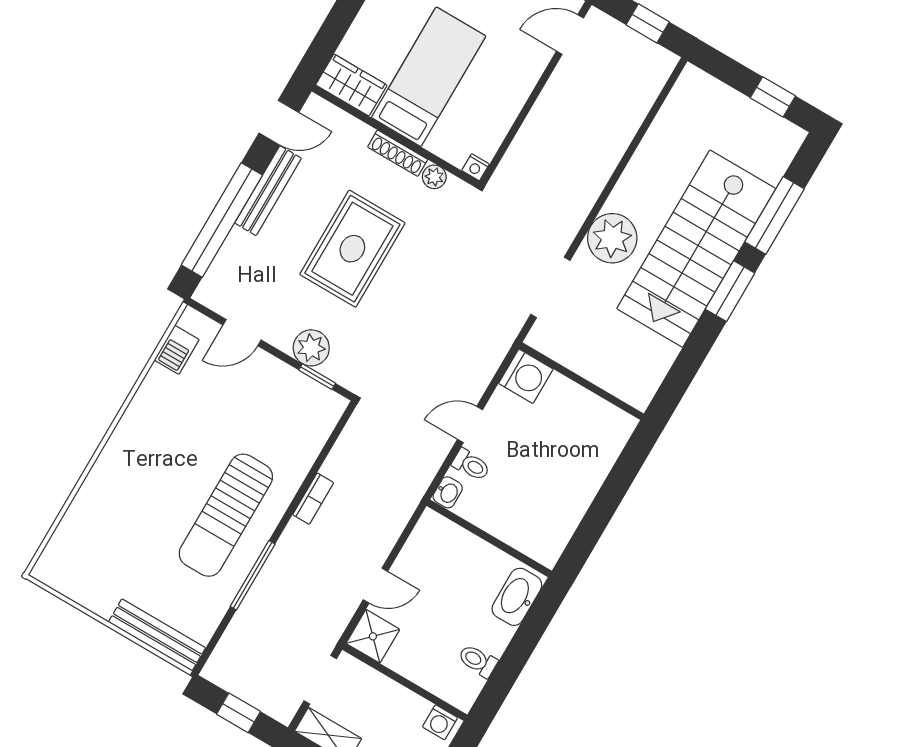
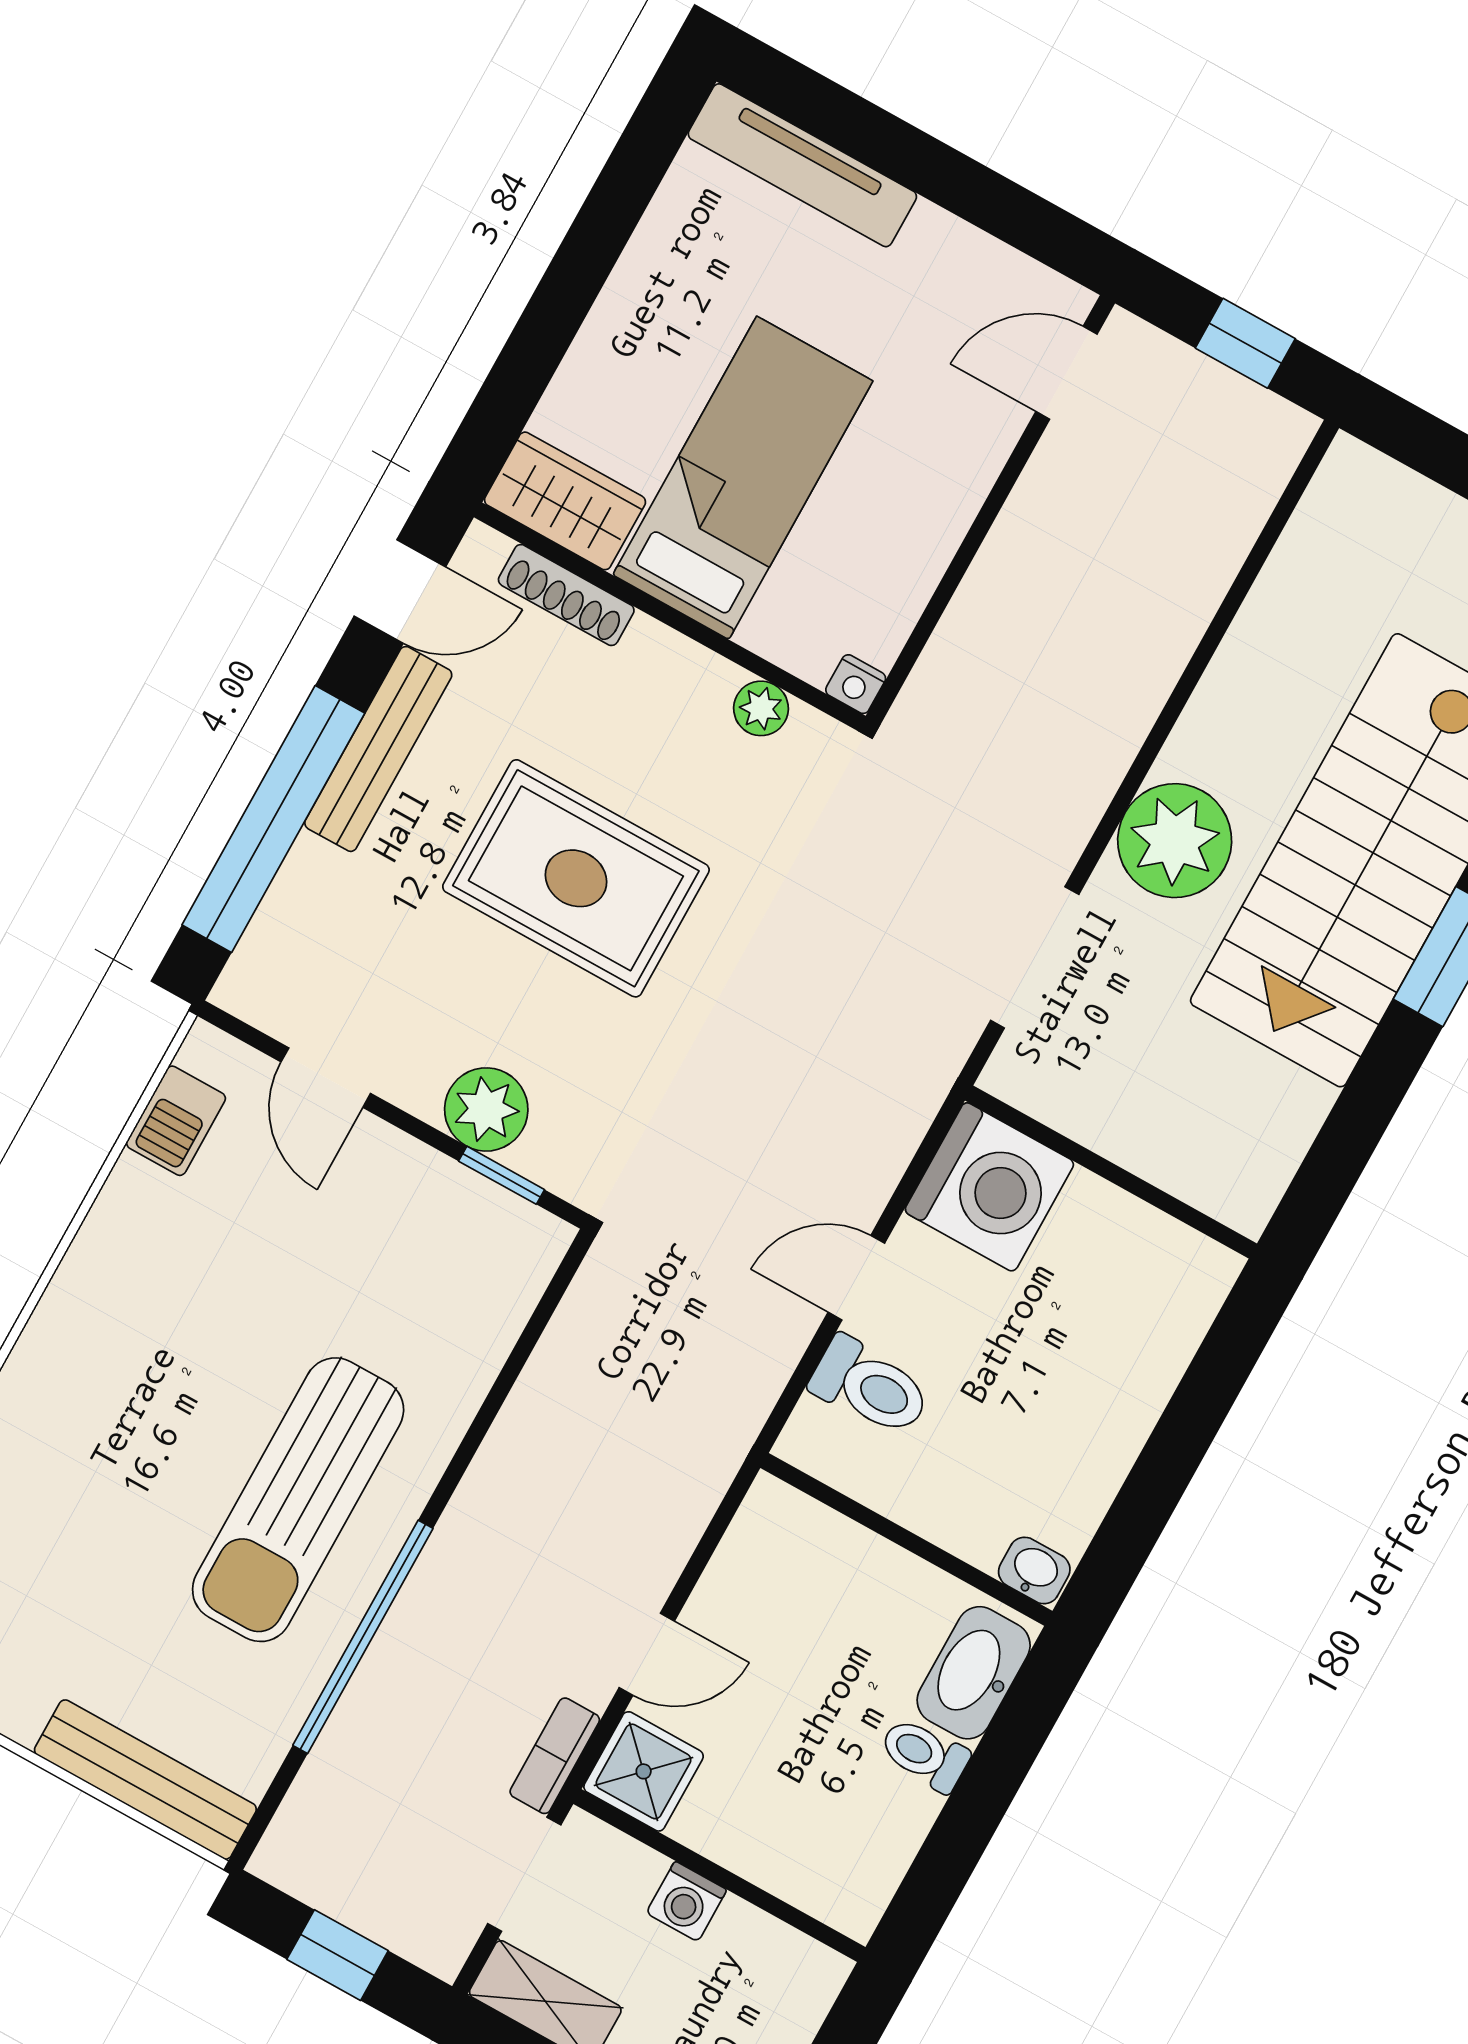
shoe rack: (398, 153) -> (566, 595), moved
rug: (352, 249) -> (576, 878), turned 90
door: (242, 333) -> (326, 1078), hinge flipped
washing machine: (526, 376) -> (989, 1187), width x1.37, depth x1.37
toilet: (471, 465) -> (870, 1387), width x1.37, depth x1.39
washbasin: (448, 492) -> (1034, 1571), moved, turned -90
bookcase: (313, 499) -> (555, 1756), moved, turned 180
window: (253, 575) -> (363, 1637), width x1.46
toilet: (478, 661) -> (924, 1754), moved
washing machine: (440, 722) -> (686, 1901), moved

